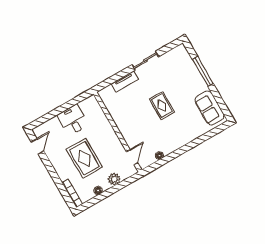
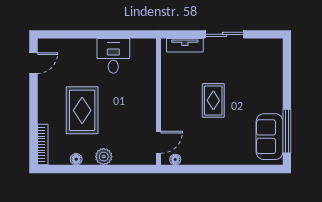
window: (203, 71) -> (287, 131), moved
desk: (73, 120) -> (113, 56), moved
wall: (118, 132) -> (159, 102), moved
door: (132, 157) -> (159, 142), moved

